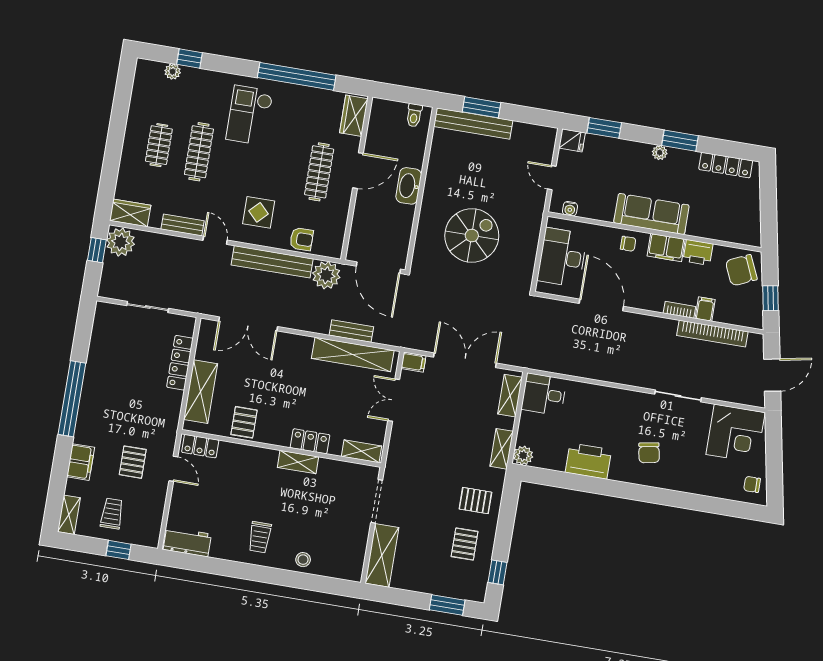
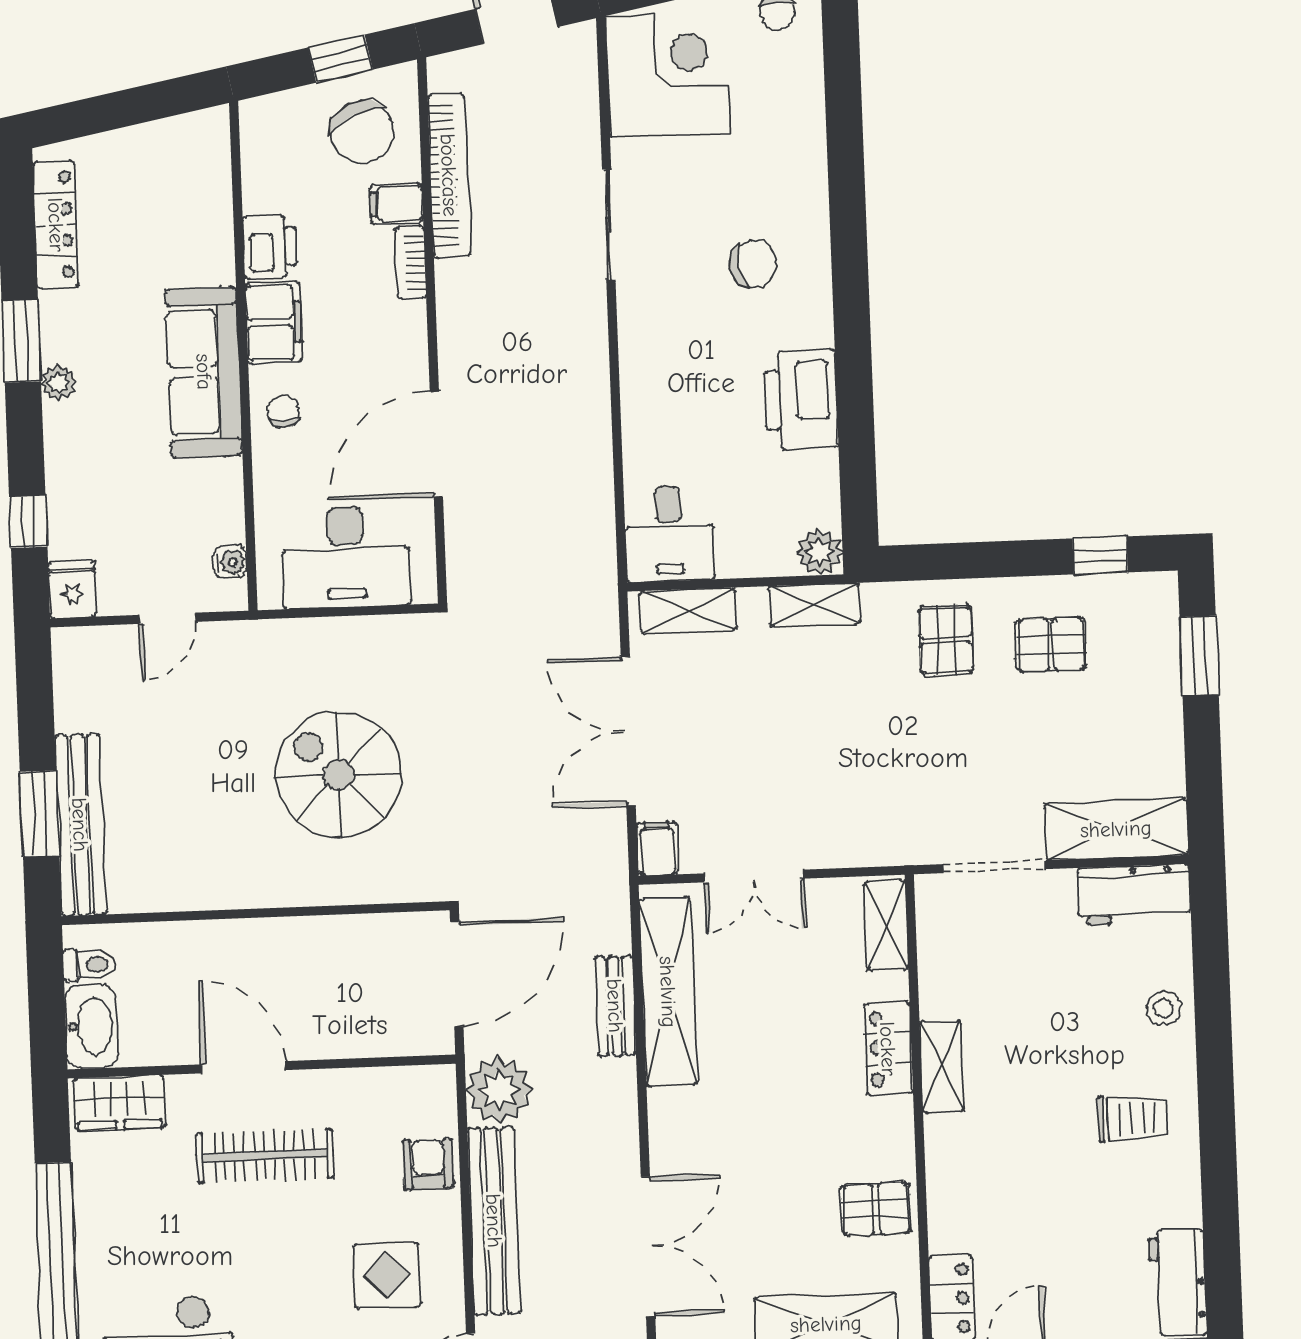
window: (604, 128) -> (28, 522), width x0.67
washbasin: (409, 186) -> (91, 1026), moved, turned -90
chair: (741, 270) -> (362, 132), moved
workbench: (353, 557) -> (1134, 895), added

